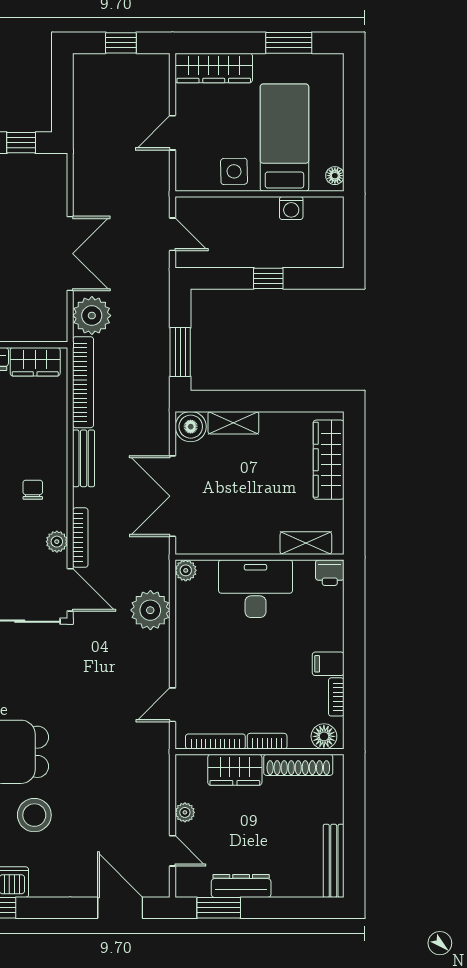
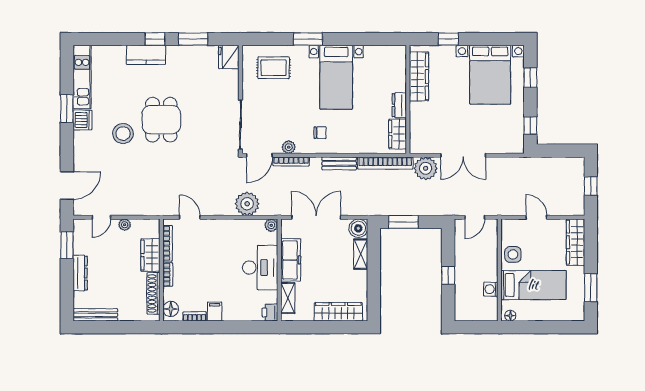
freezer: (243, 538) -> (291, 260), added
dresser: (241, 886) -> (80, 273), moved

